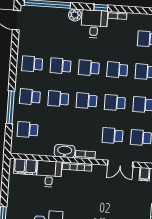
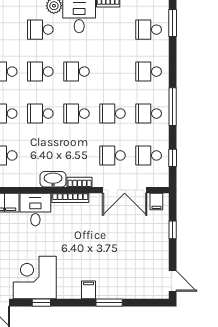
school desk: (117, 70) -> (40, 30), moved
double door: (120, 164) -> (125, 190), width x1.37

